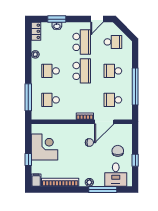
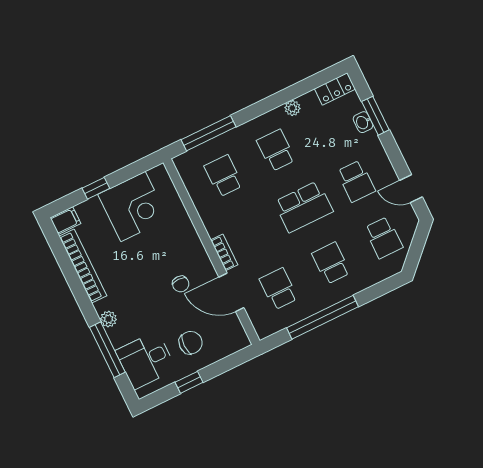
school desk: (82, 42) -> (356, 181), width x0.54

